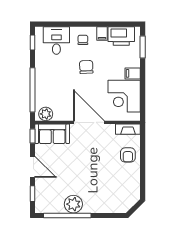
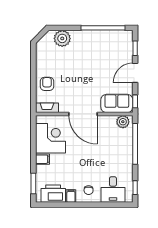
chair: (86, 67) -> (85, 165), removed
door: (33, 167) -> (135, 73), hinge flipped
plant: (73, 204) -> (62, 38), moved

